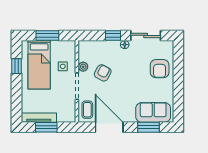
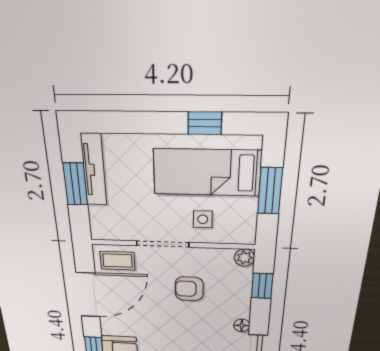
window: (113, 35) -> (262, 286), moved
plant: (83, 67) -> (244, 258), moved
armchair: (103, 73) -> (189, 289), turned 152

